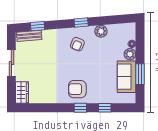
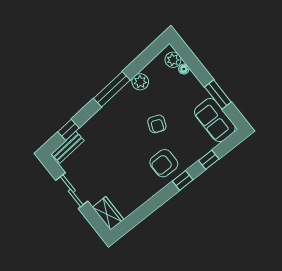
window: (81, 23) -> (112, 89), width x2.17
armchair: (77, 44) -> (157, 124), moved
plant: (130, 54) -> (173, 60), moved
sofa: (126, 77) -> (215, 120), moved

